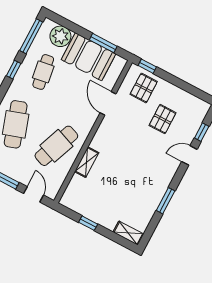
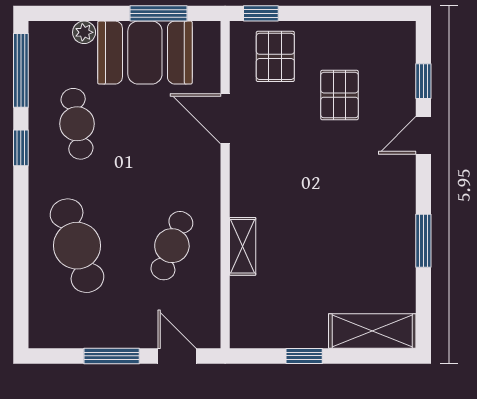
plant: (60, 36) -> (84, 32), width x0.53, depth x0.53
cafe table: (56, 146) -> (172, 246), width x0.73, depth x0.74
shelving: (128, 233) -> (372, 331), width x1.50, depth x1.33

